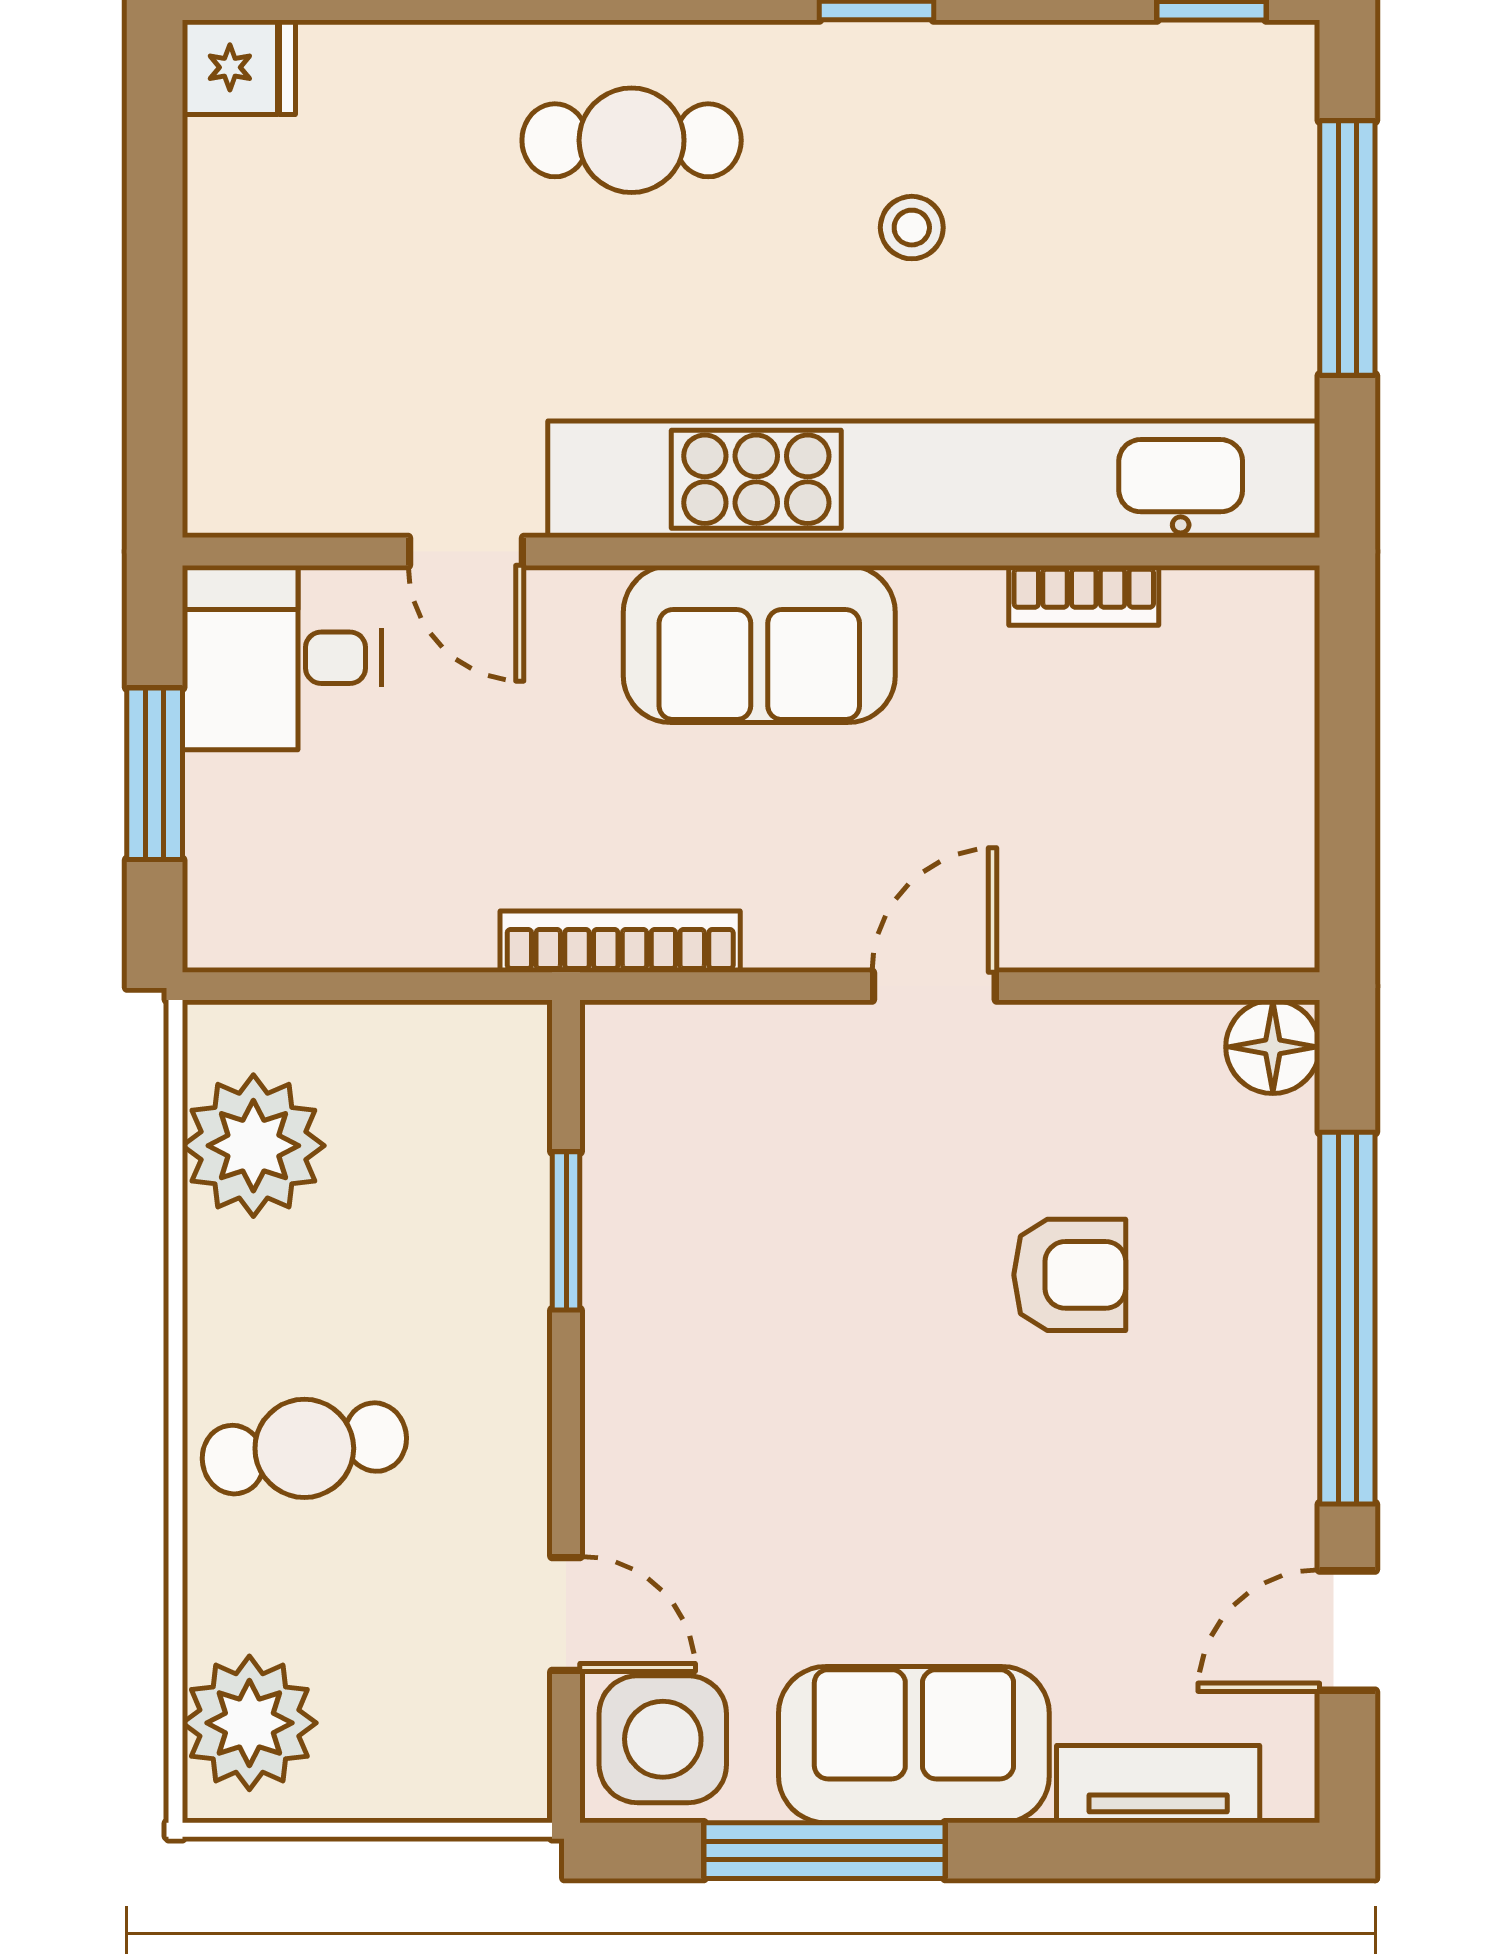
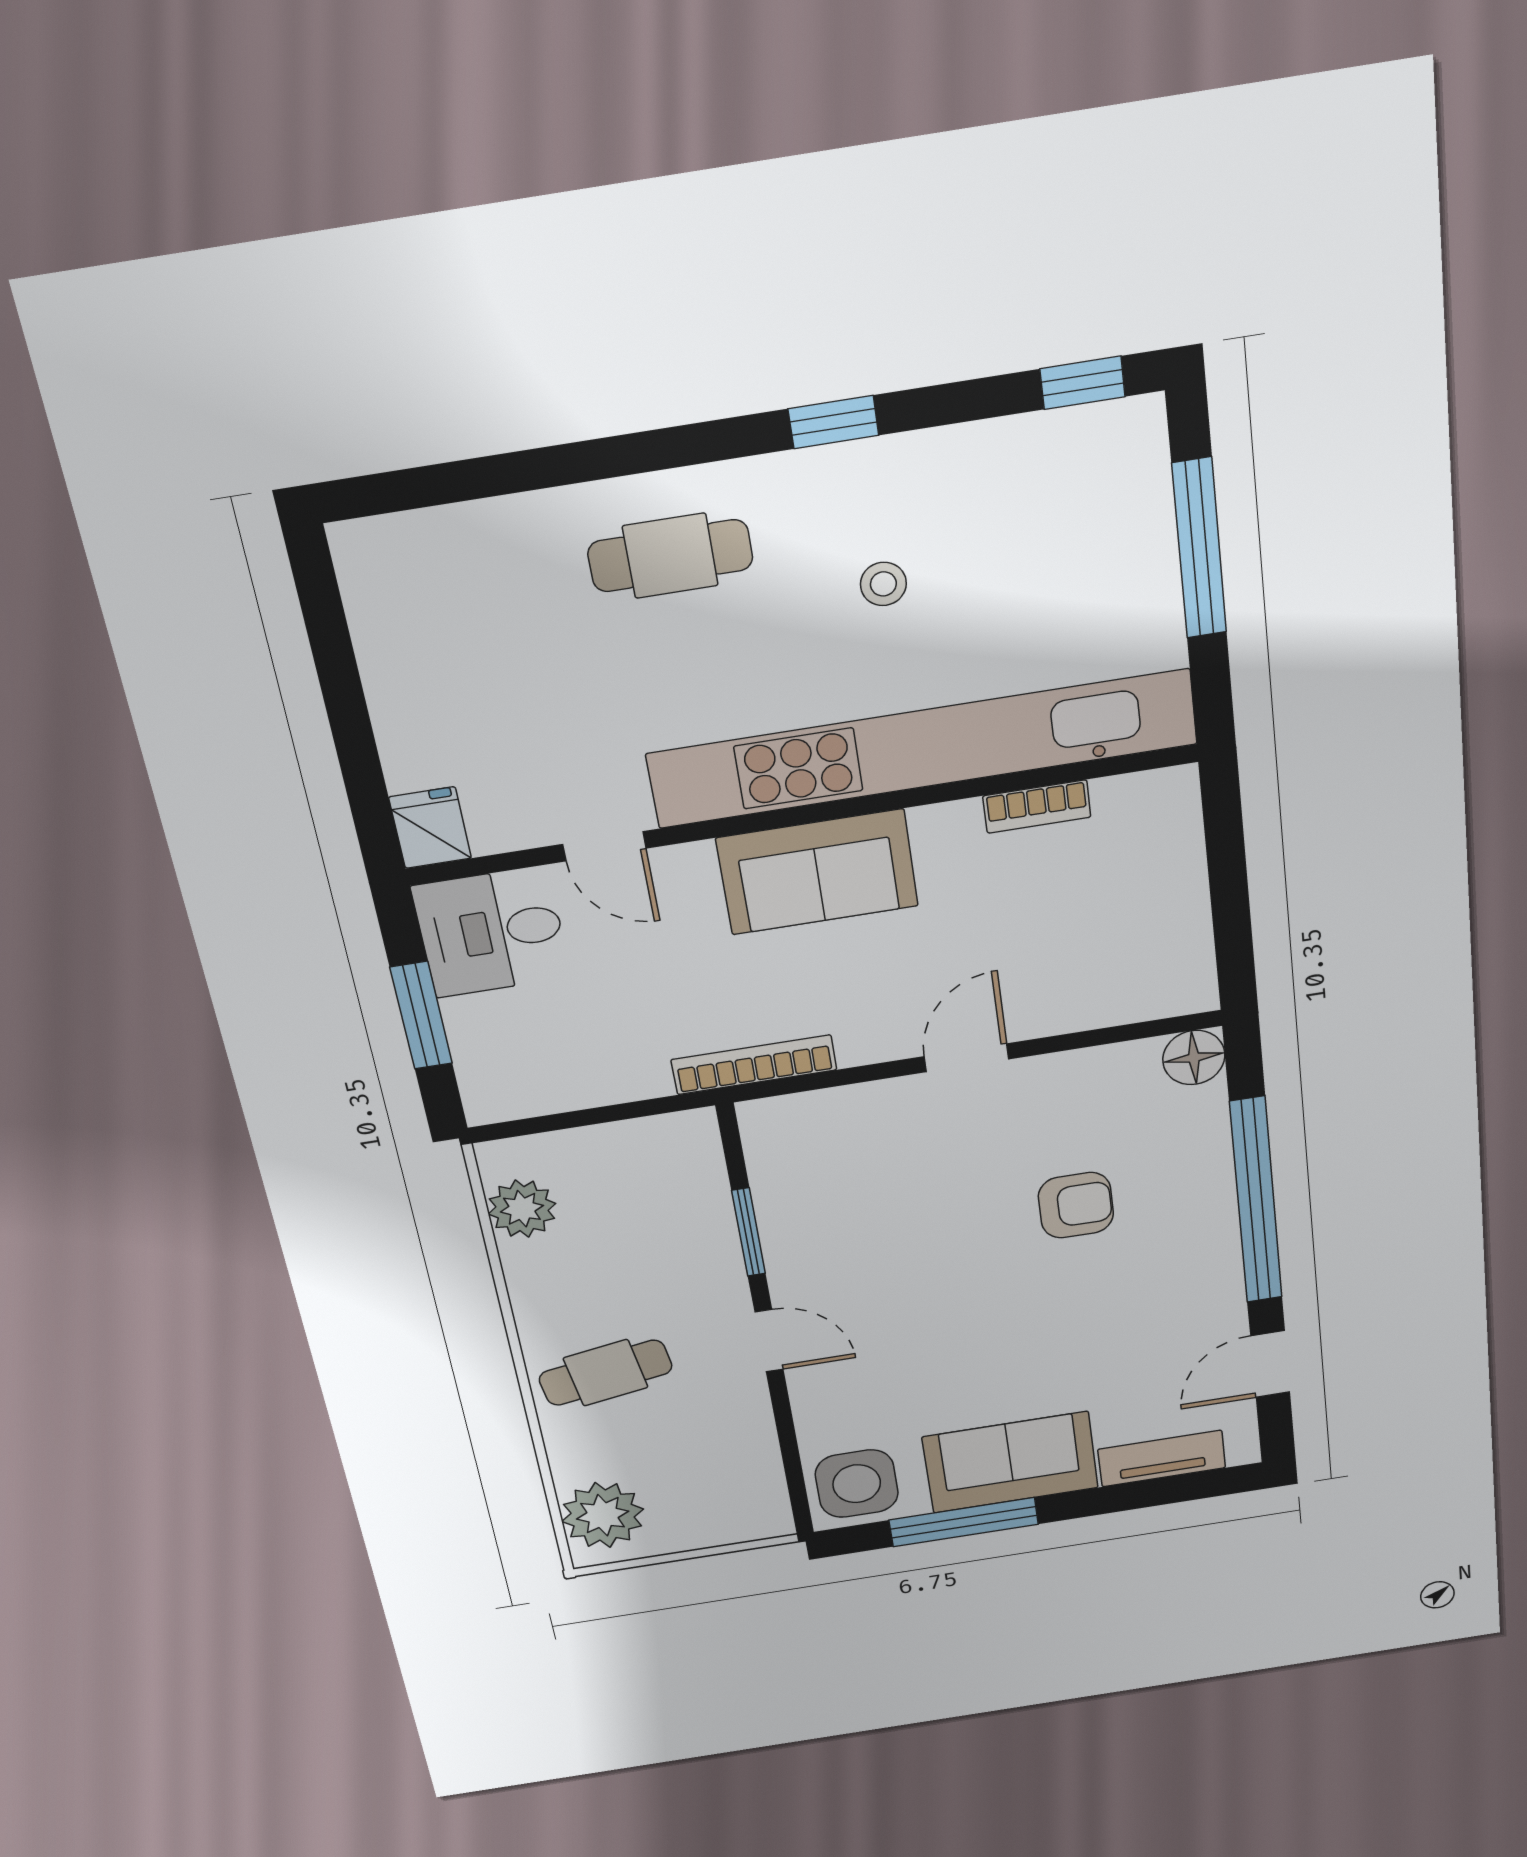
fridge: (239, 67) -> (430, 828), moved, turned -90
plant: (253, 1146) -> (522, 1209), width x0.73, depth x0.73
door: (566, 1614) -> (769, 1341), moved

